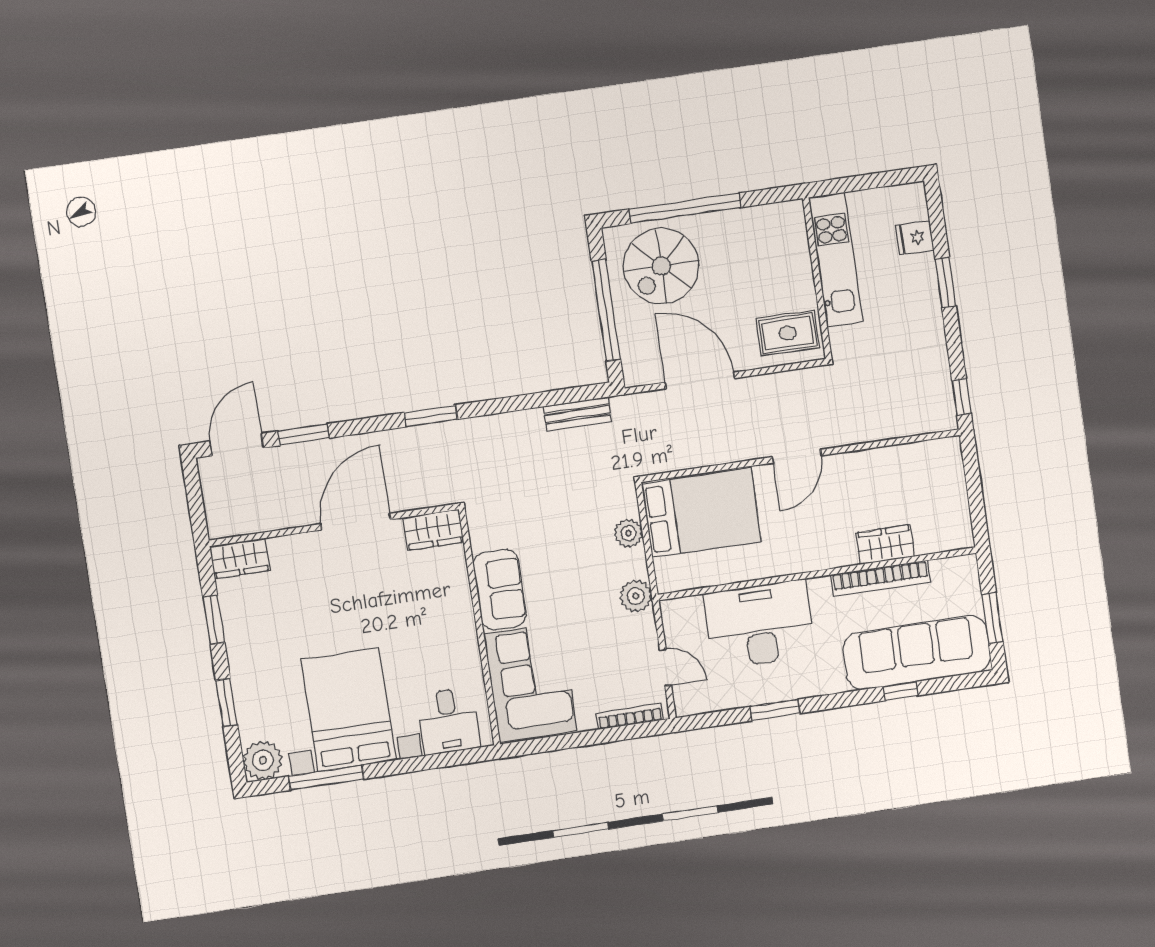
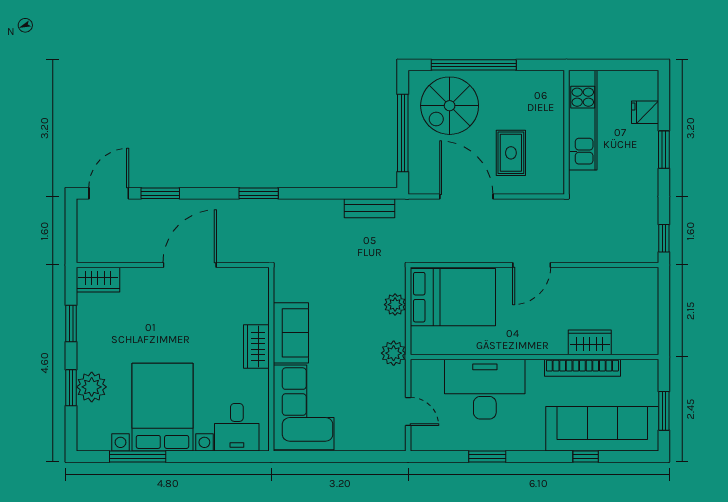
rug: (788, 333) -> (511, 153), moved, turned 90
wardrobe: (433, 530) -> (256, 347), moved, turned 90
bookcase: (630, 716) -> (376, 445), removed
plant: (263, 760) -> (92, 387), moved

